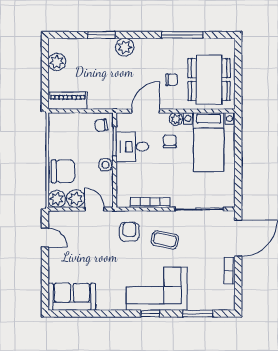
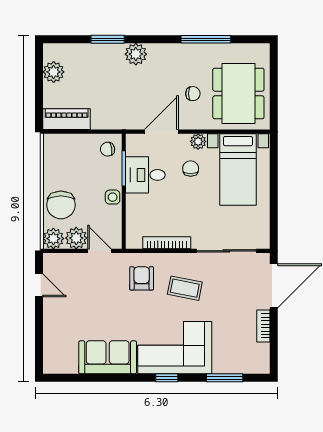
chair: (63, 171) -> (61, 205), turned 90
sofa: (72, 297) -> (108, 357), moved

